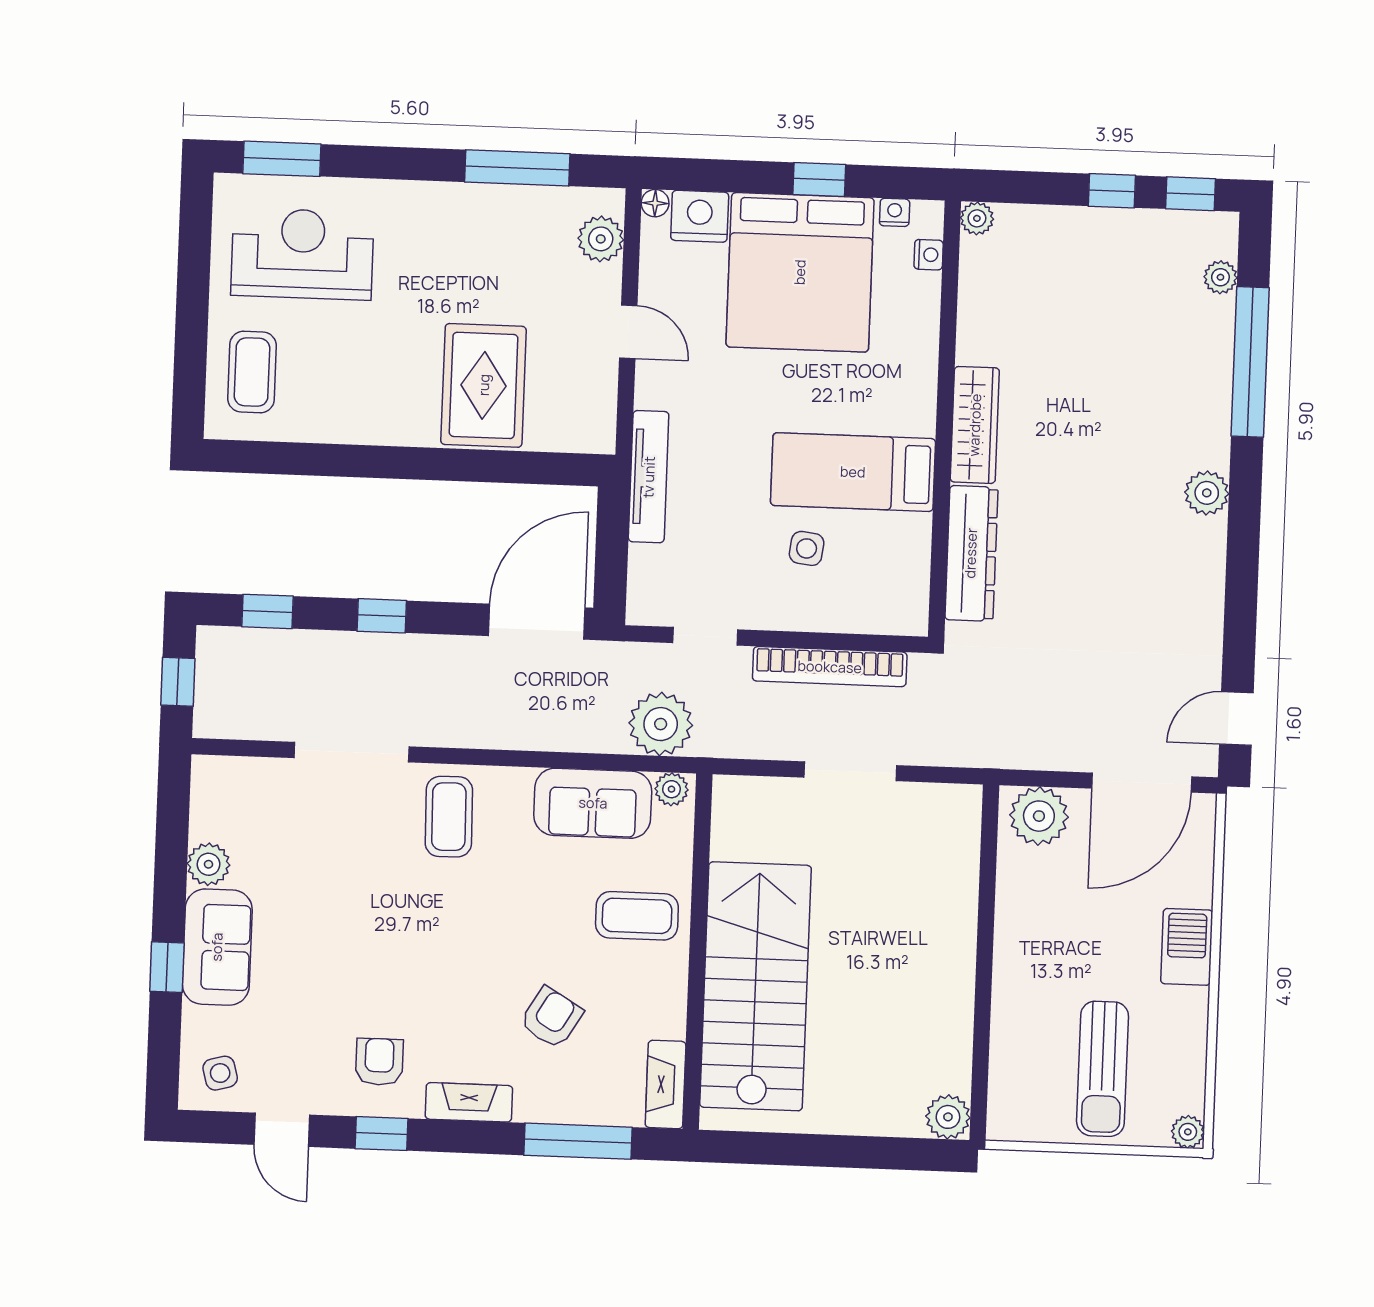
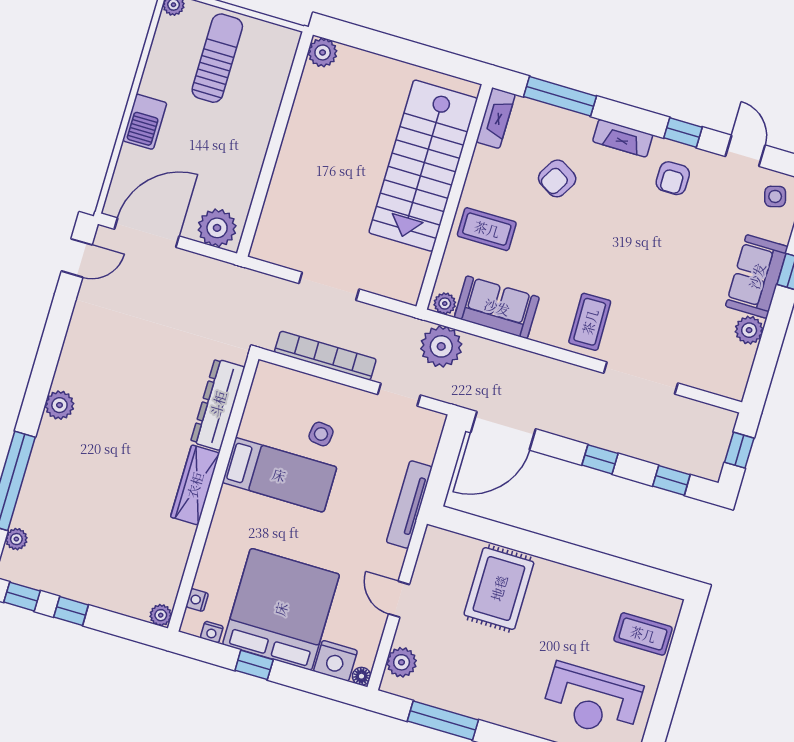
coffee table: (252, 372) -> (643, 634), turned 90

